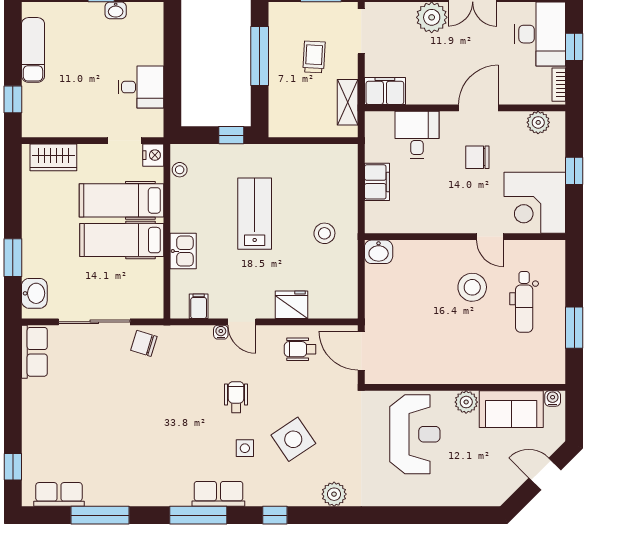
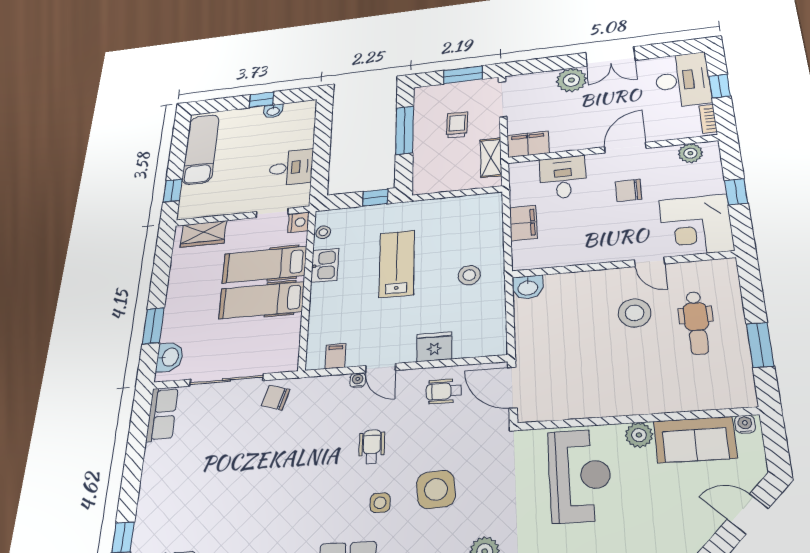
exam couch: (33, 50) -> (201, 149), width x1.36, depth x1.45
kitchen sink: (183, 251) -> (325, 265), moved
side table: (293, 439) -> (436, 489), turned 30

